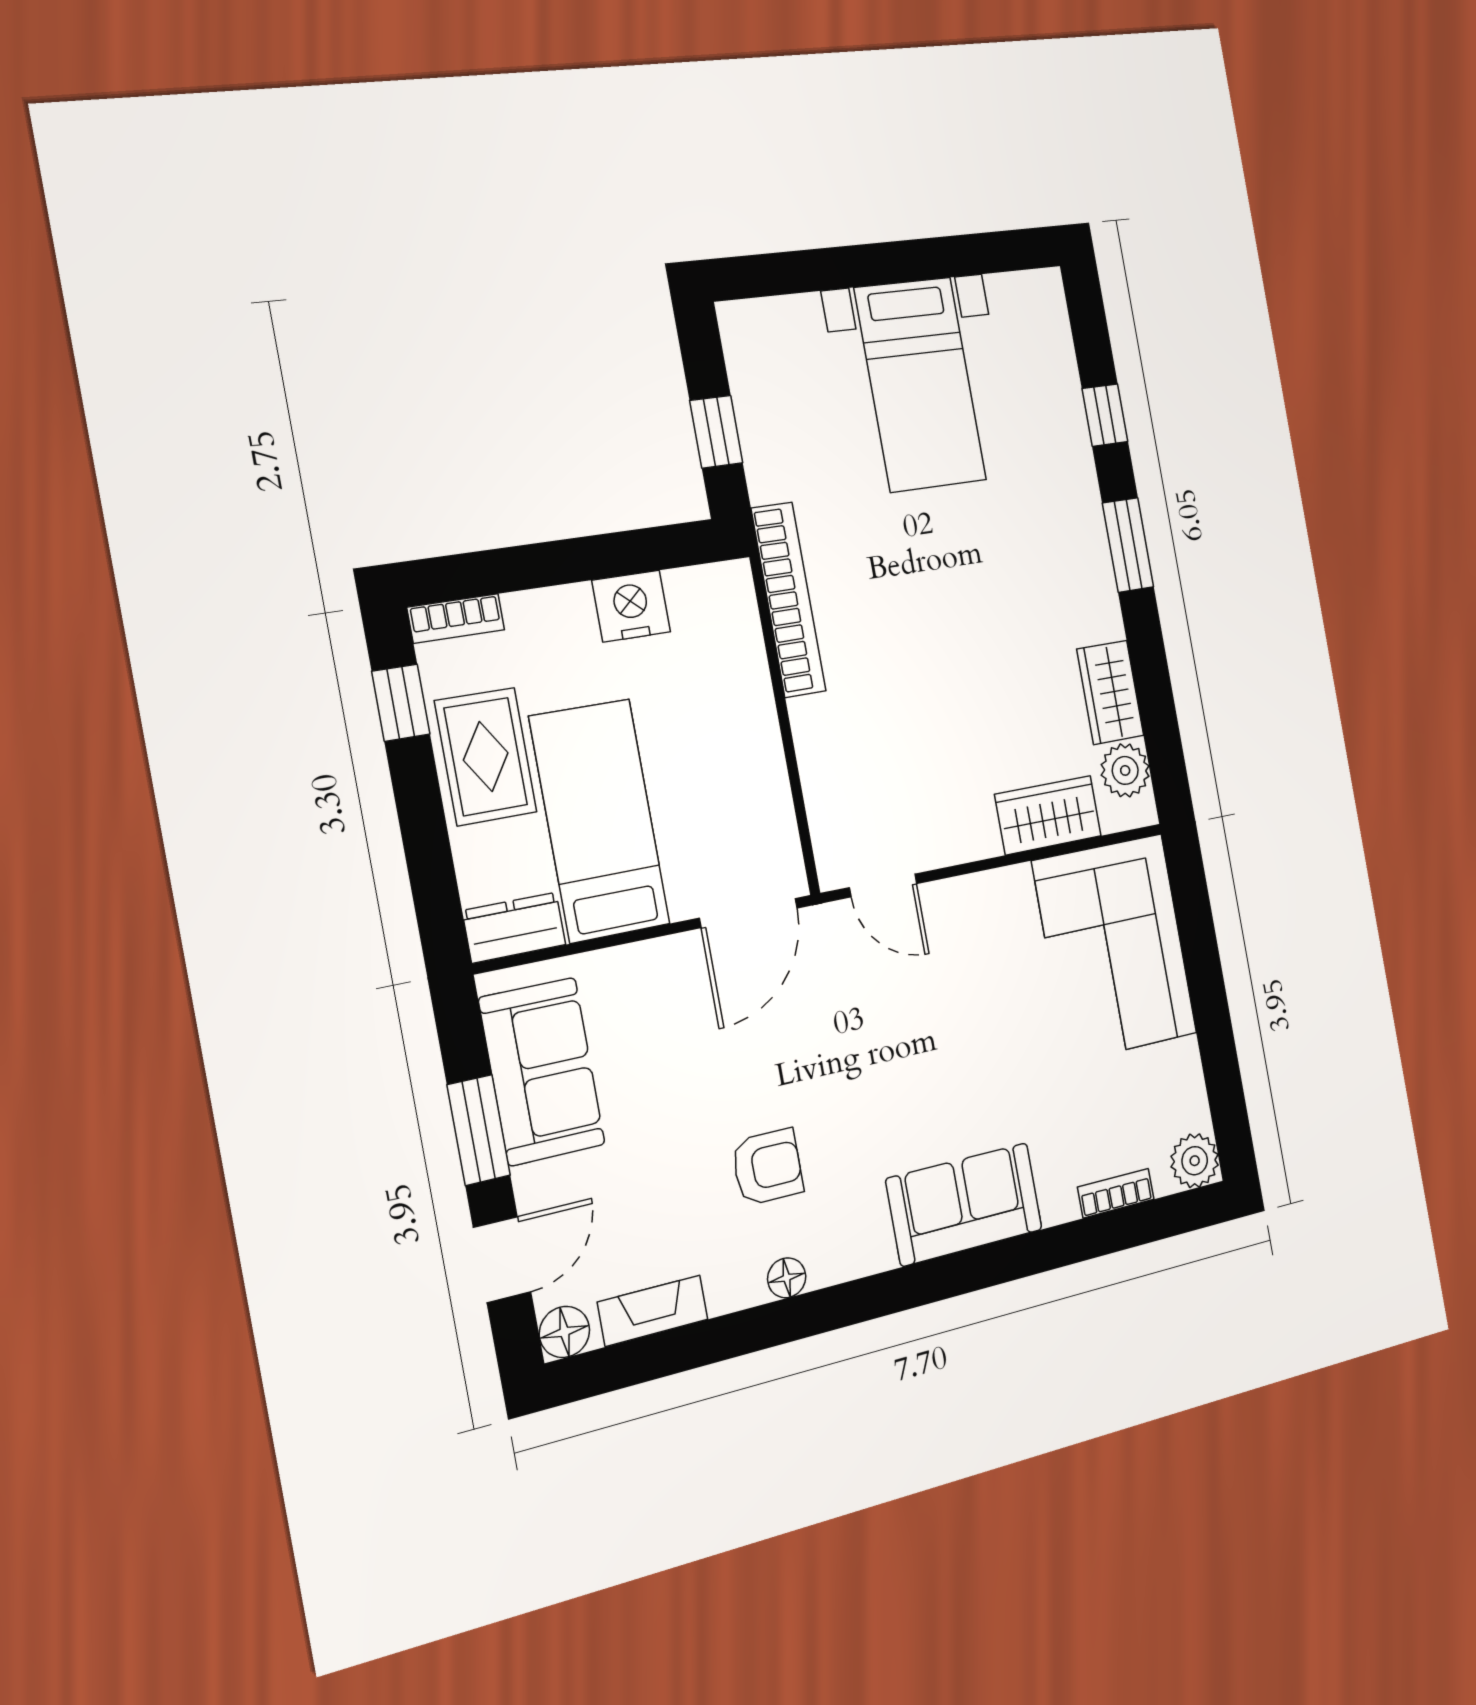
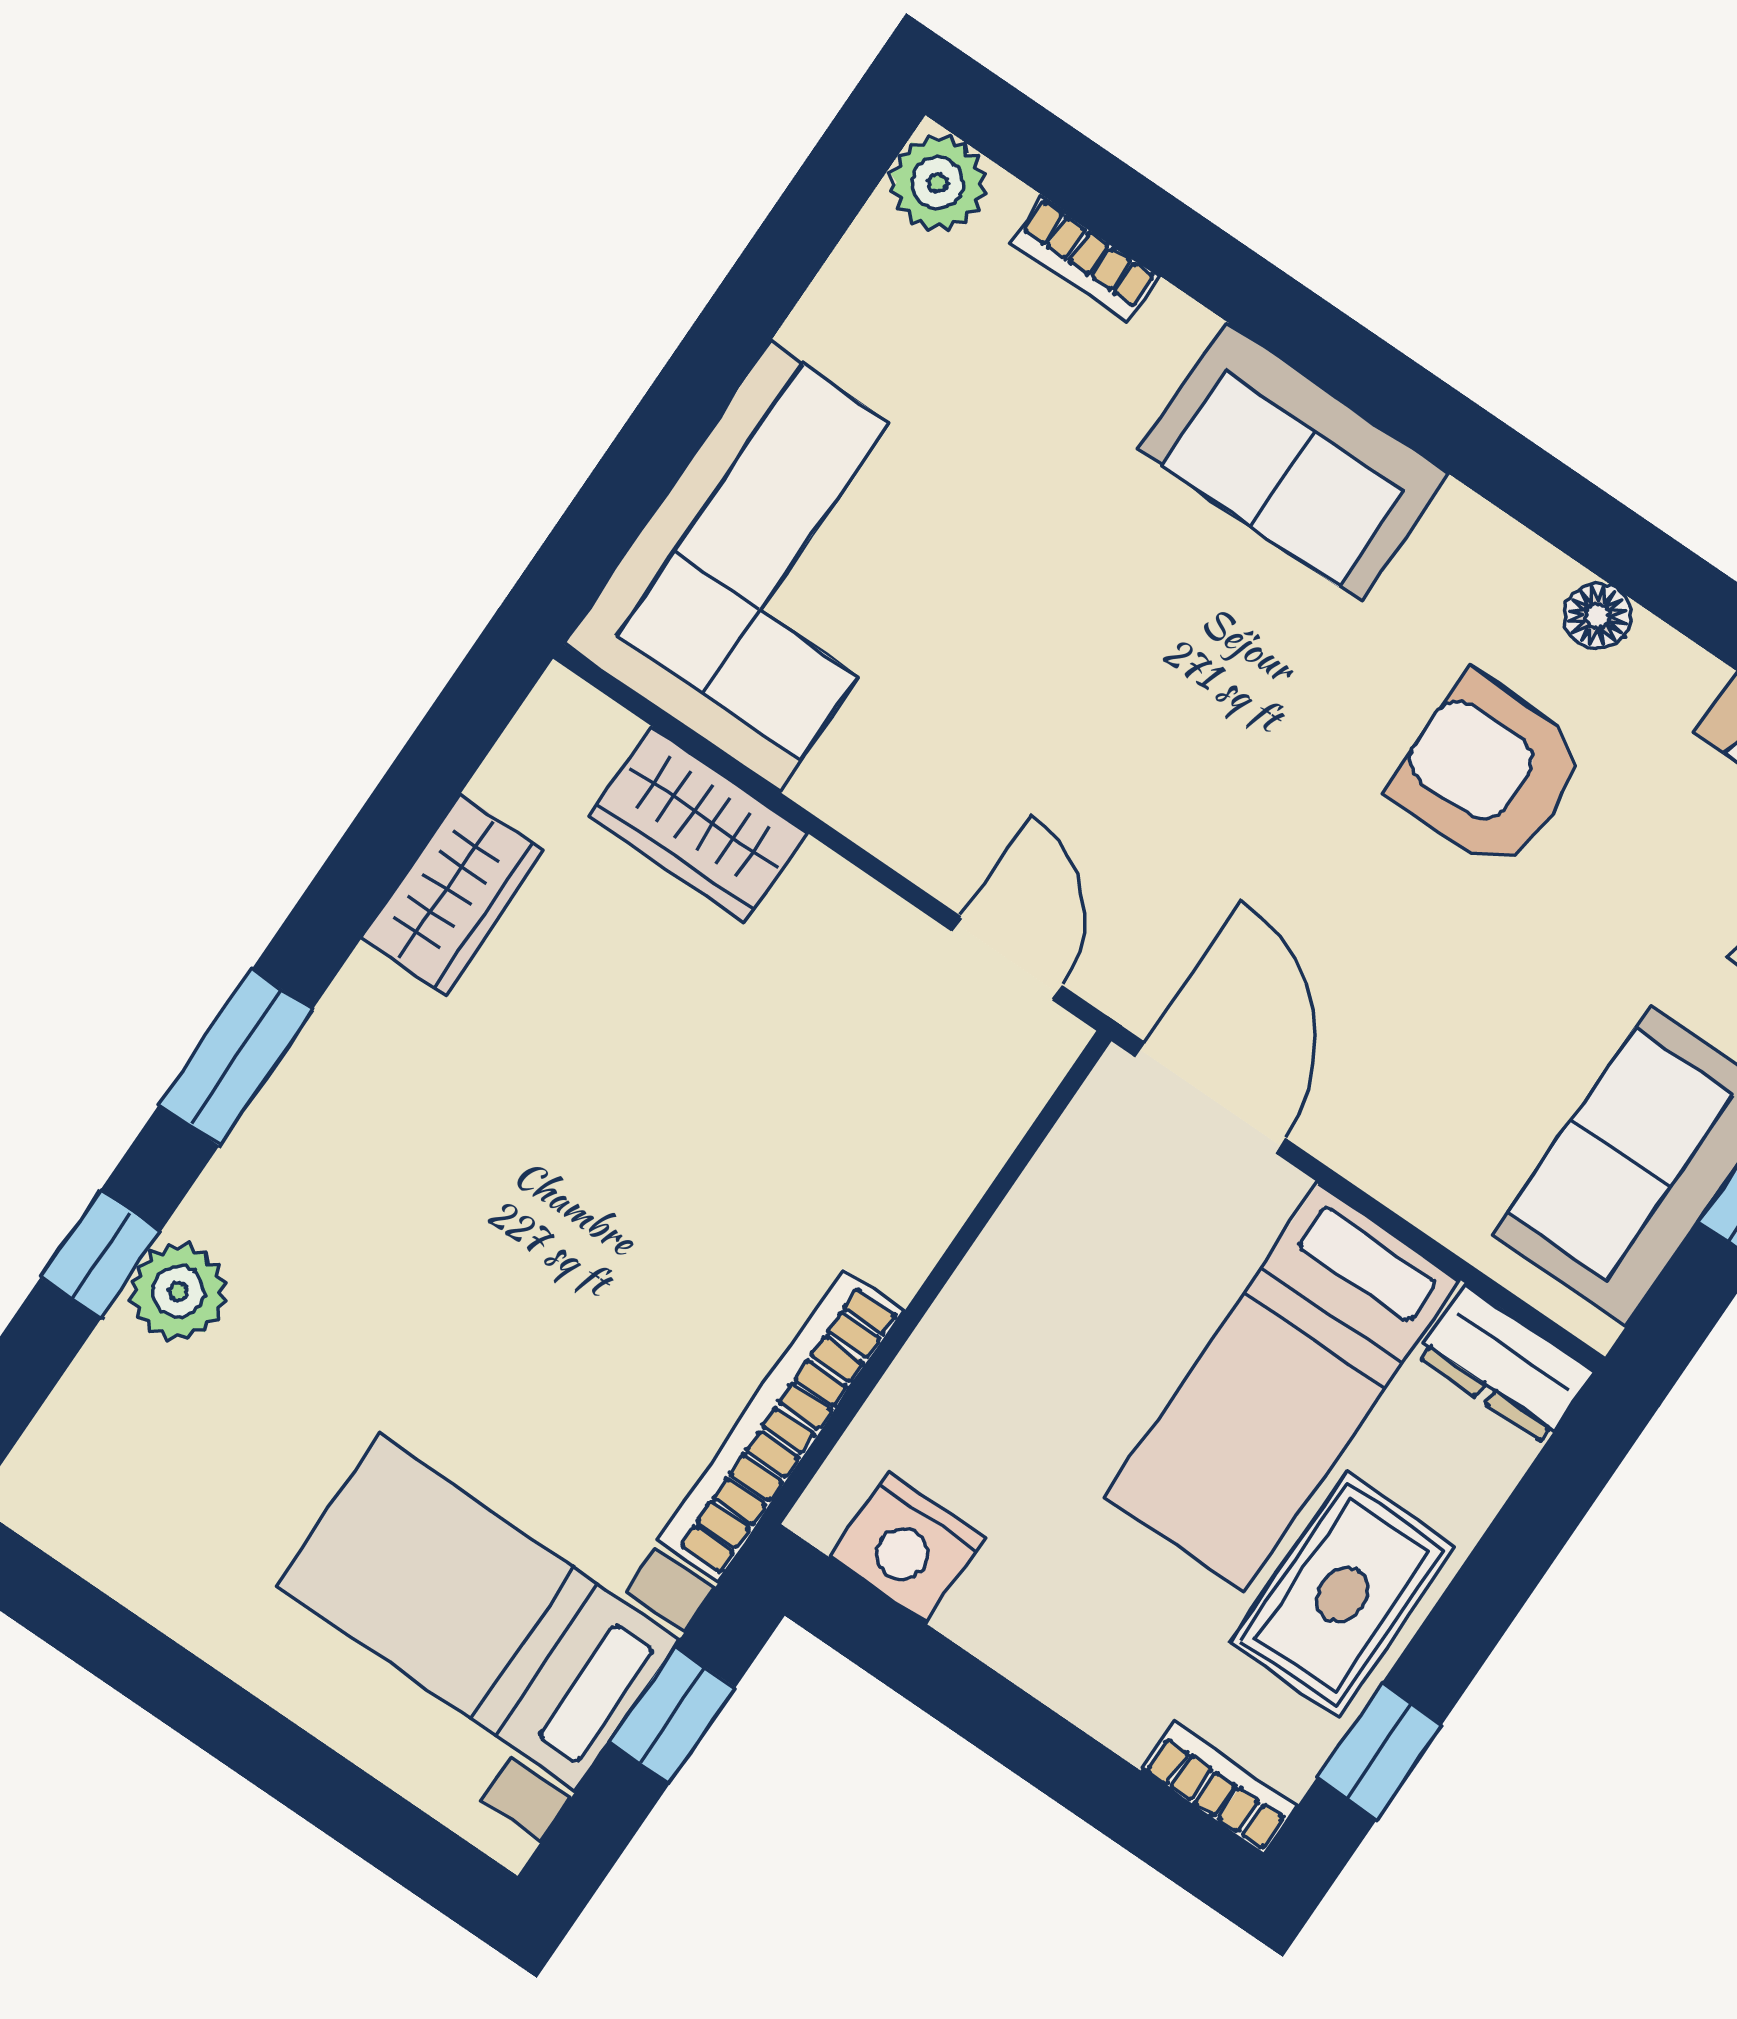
bed with nightstands: (920, 384) -> (478, 1612), moved, turned -90
nightstand: (631, 606) -> (907, 1547), moved
plant: (1125, 770) -> (178, 1292), moved
door: (748, 913) -> (1210, 1098), hinge flipped
armchair: (767, 1167) -> (1489, 772), width x1.38, depth x1.38

